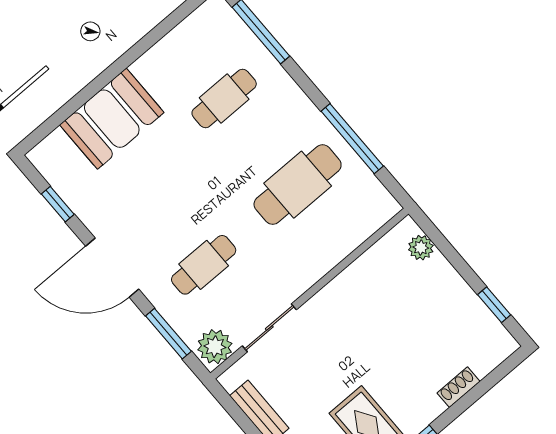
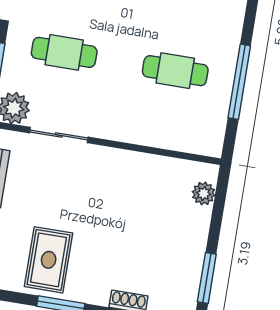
cafe table: (298, 185) -> (175, 71), width x0.73, depth x0.74
window: (494, 305) -> (207, 278), width x1.50

